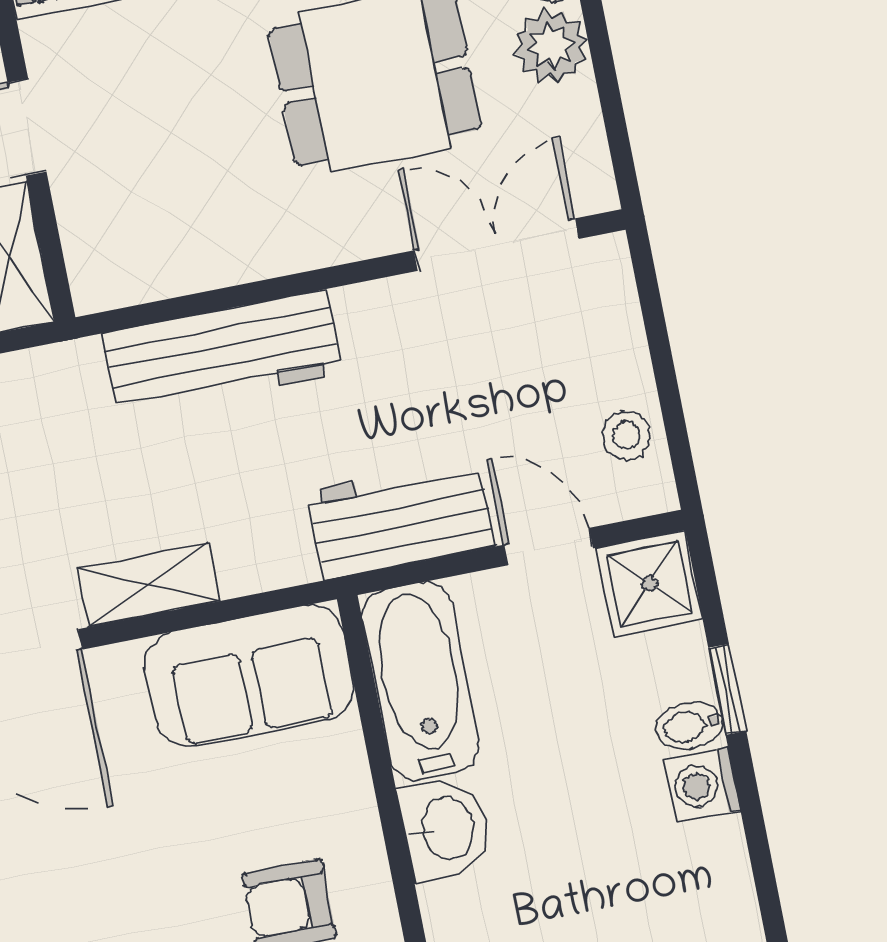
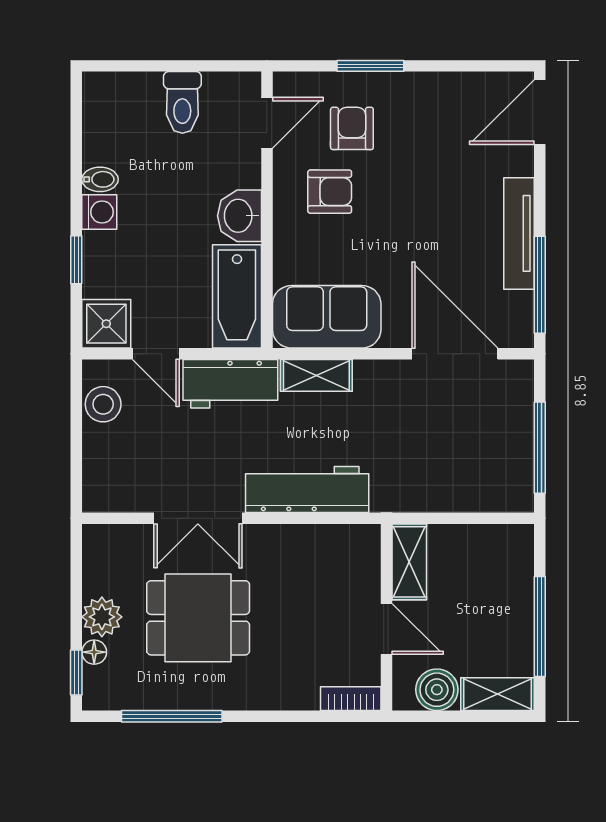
double door: (496, 245) -> (198, 518), moved
stool: (626, 435) -> (103, 404), width x1.37, depth x1.37
shelving: (149, 585) -> (316, 375), moved
bidet: (689, 726) -> (100, 179), moved

